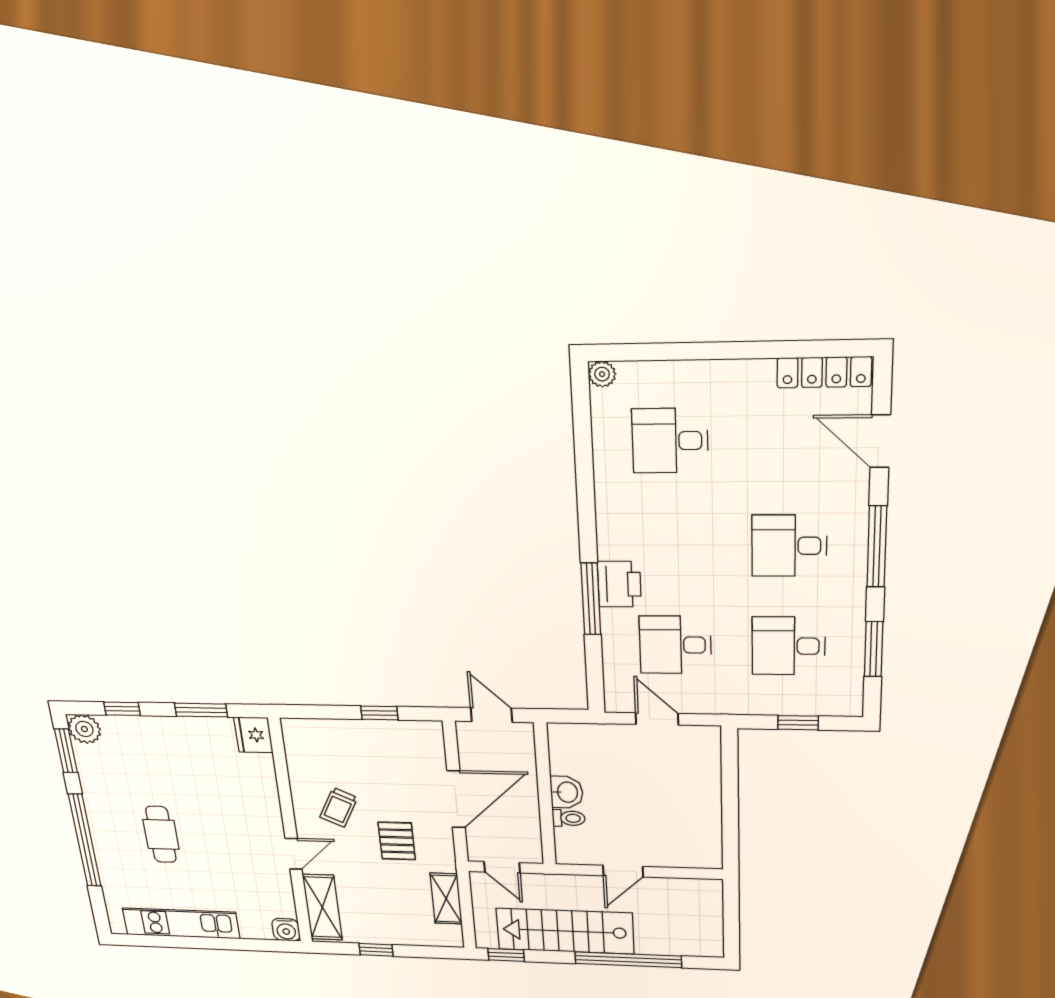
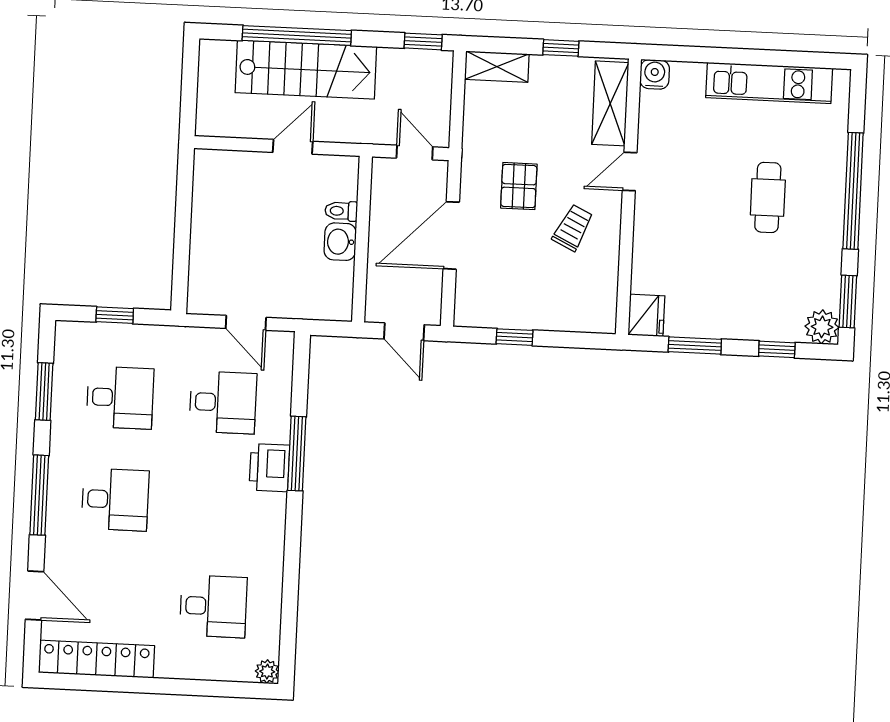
locker: (824, 372) -> (96, 659), width x1.41, depth x1.21
shelving: (446, 899) -> (497, 67), moved, turned 90
stairs: (565, 931) -> (306, 70), moved

